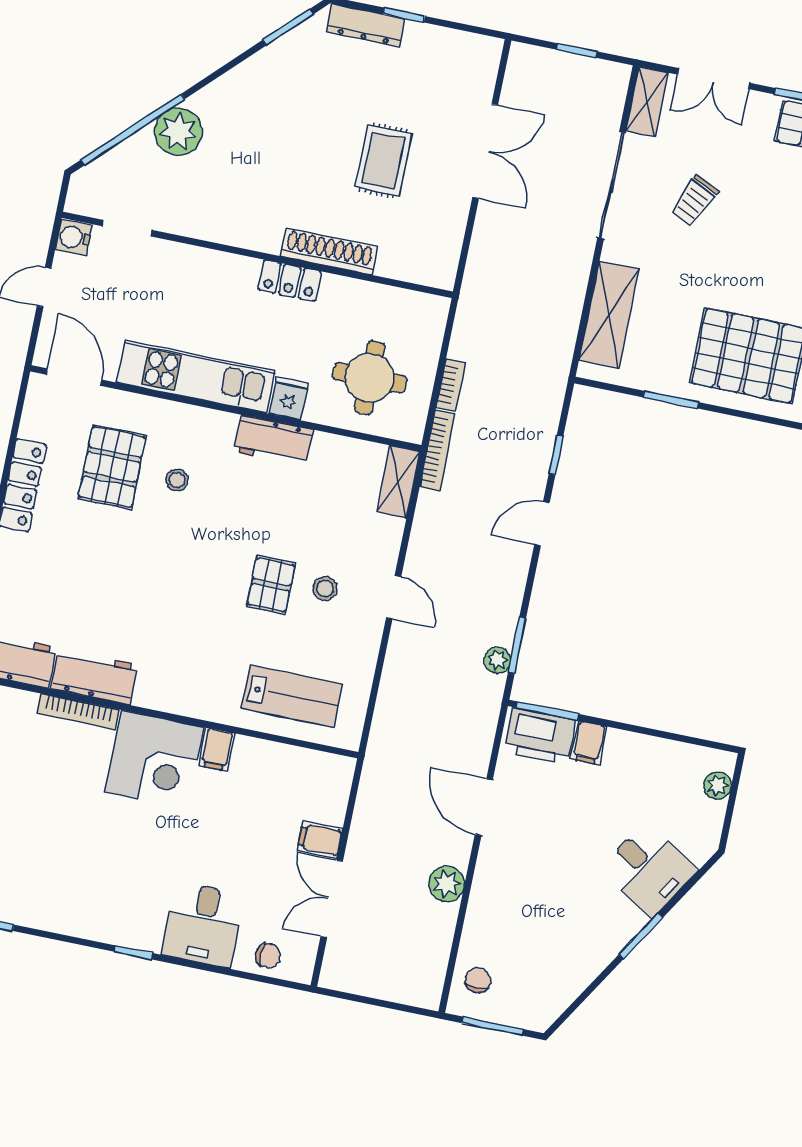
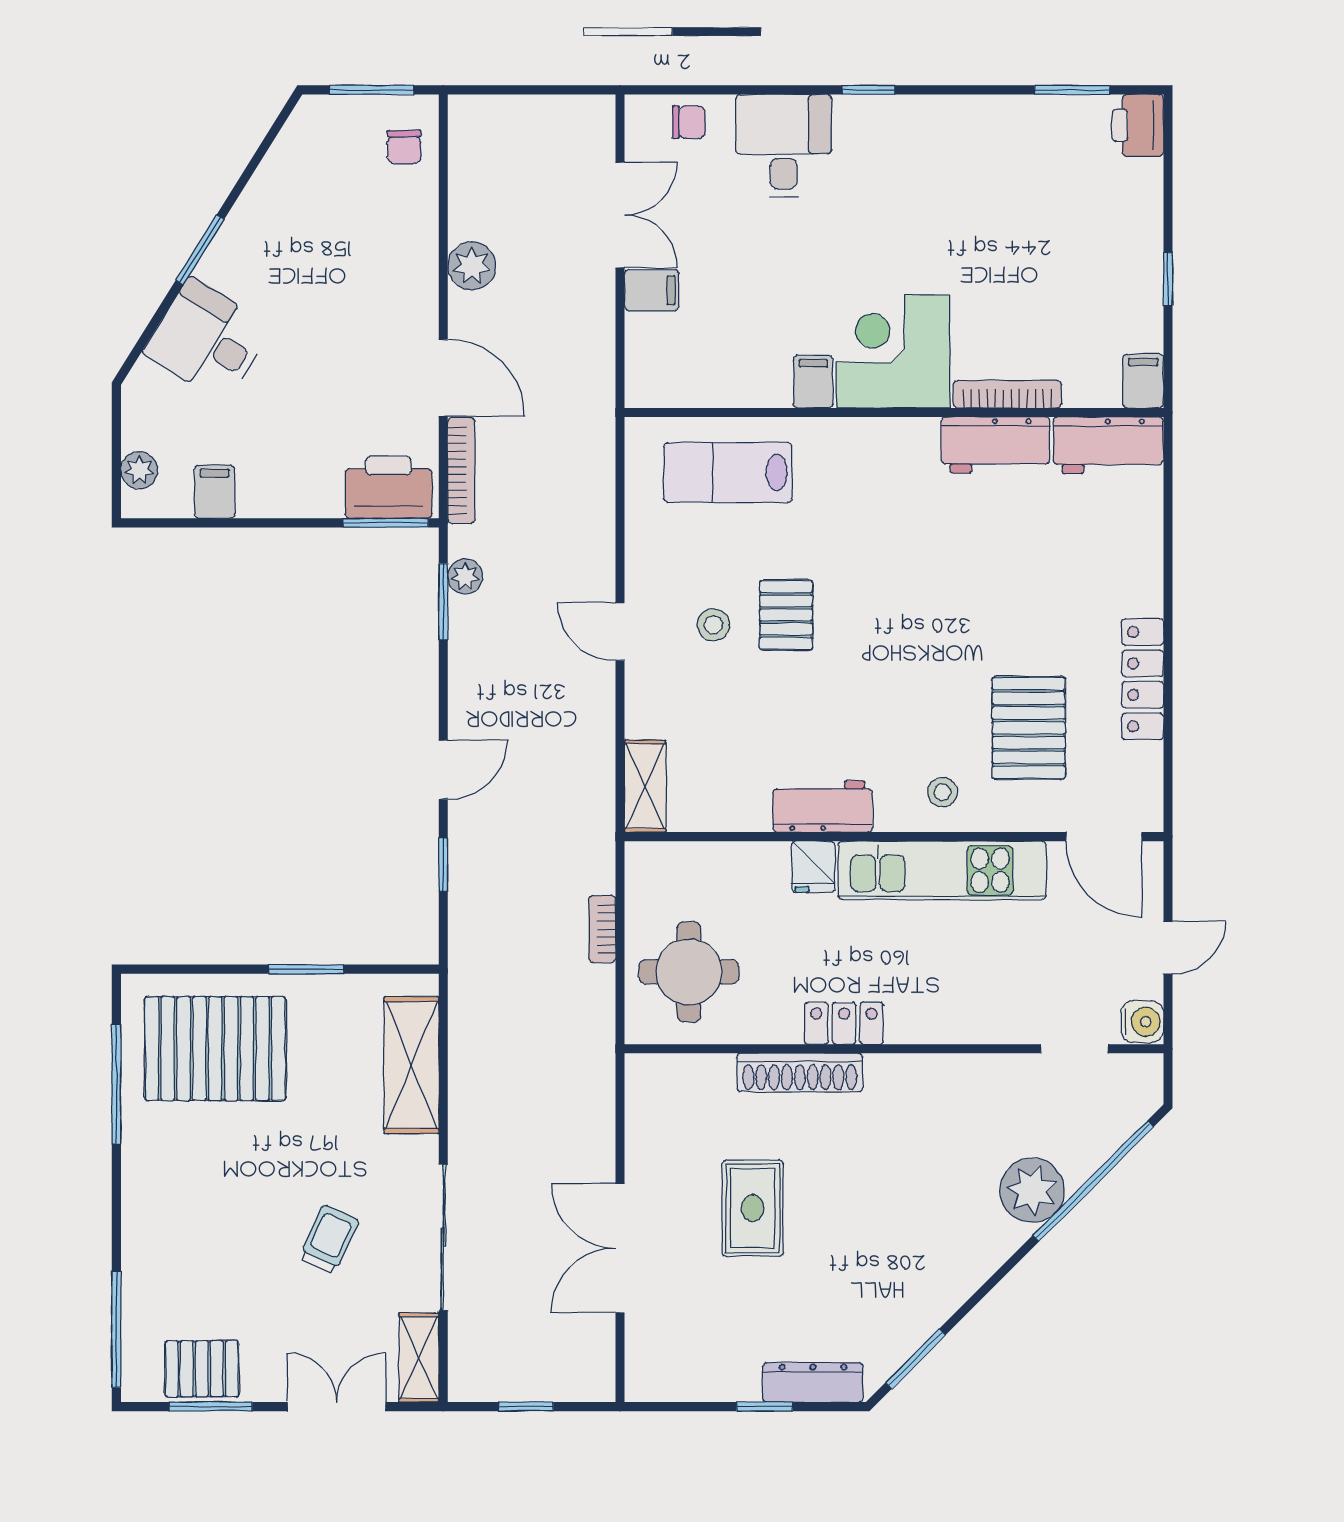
round table: (370, 378) -> (689, 972), moved
bookcase: (437, 450) -> (461, 471), moved, turned 180
stool: (177, 480) -> (942, 792), moved
filing cabinet: (589, 743) -> (215, 492), moved
chair: (268, 956) -> (689, 122), turned 180

